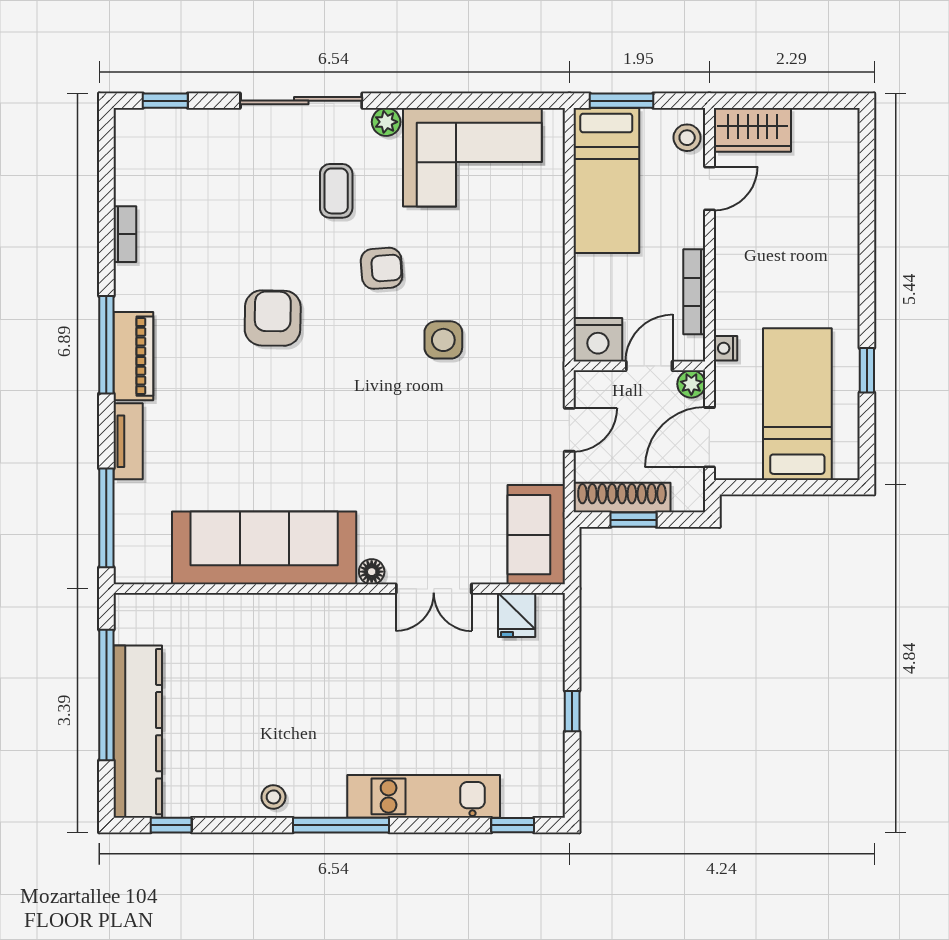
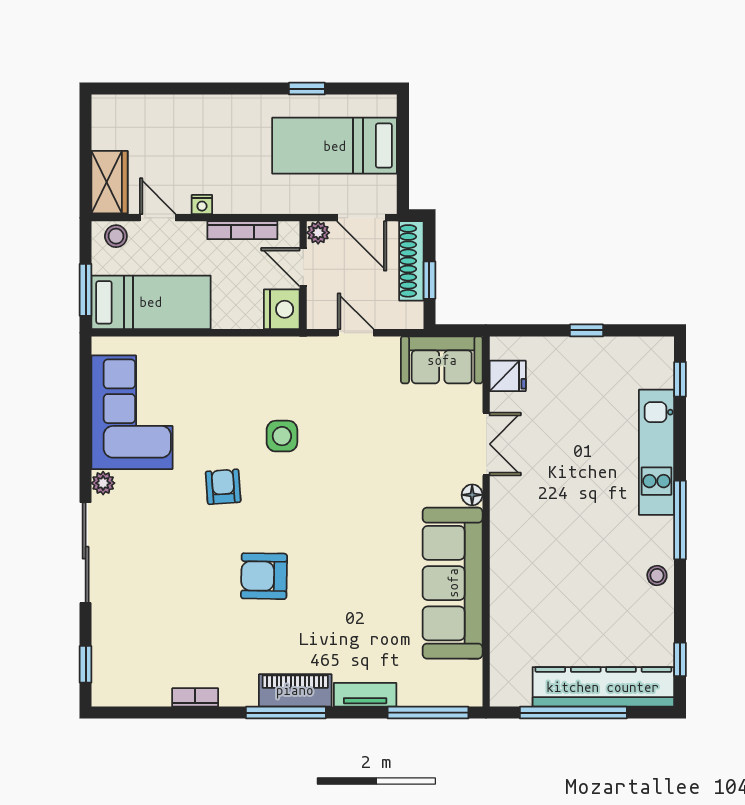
coffee table: (336, 191) -> (160, 524), removed
nightstand: (726, 348) -> (202, 205), moved
shoe rack: (622, 498) -> (411, 261), moved

